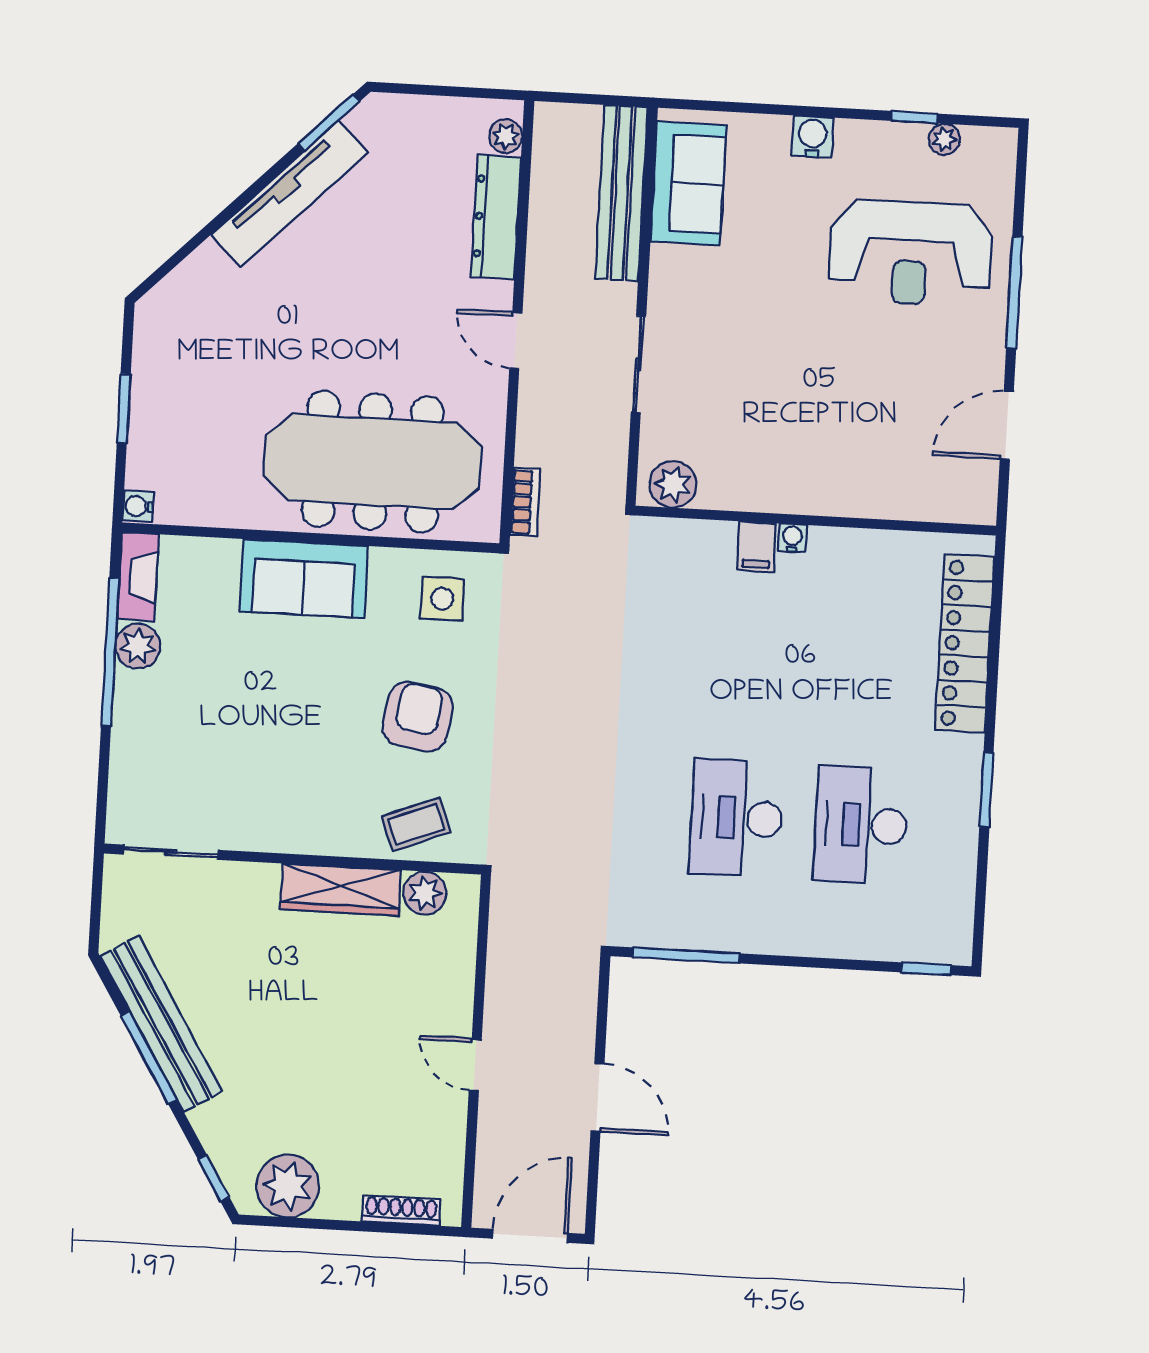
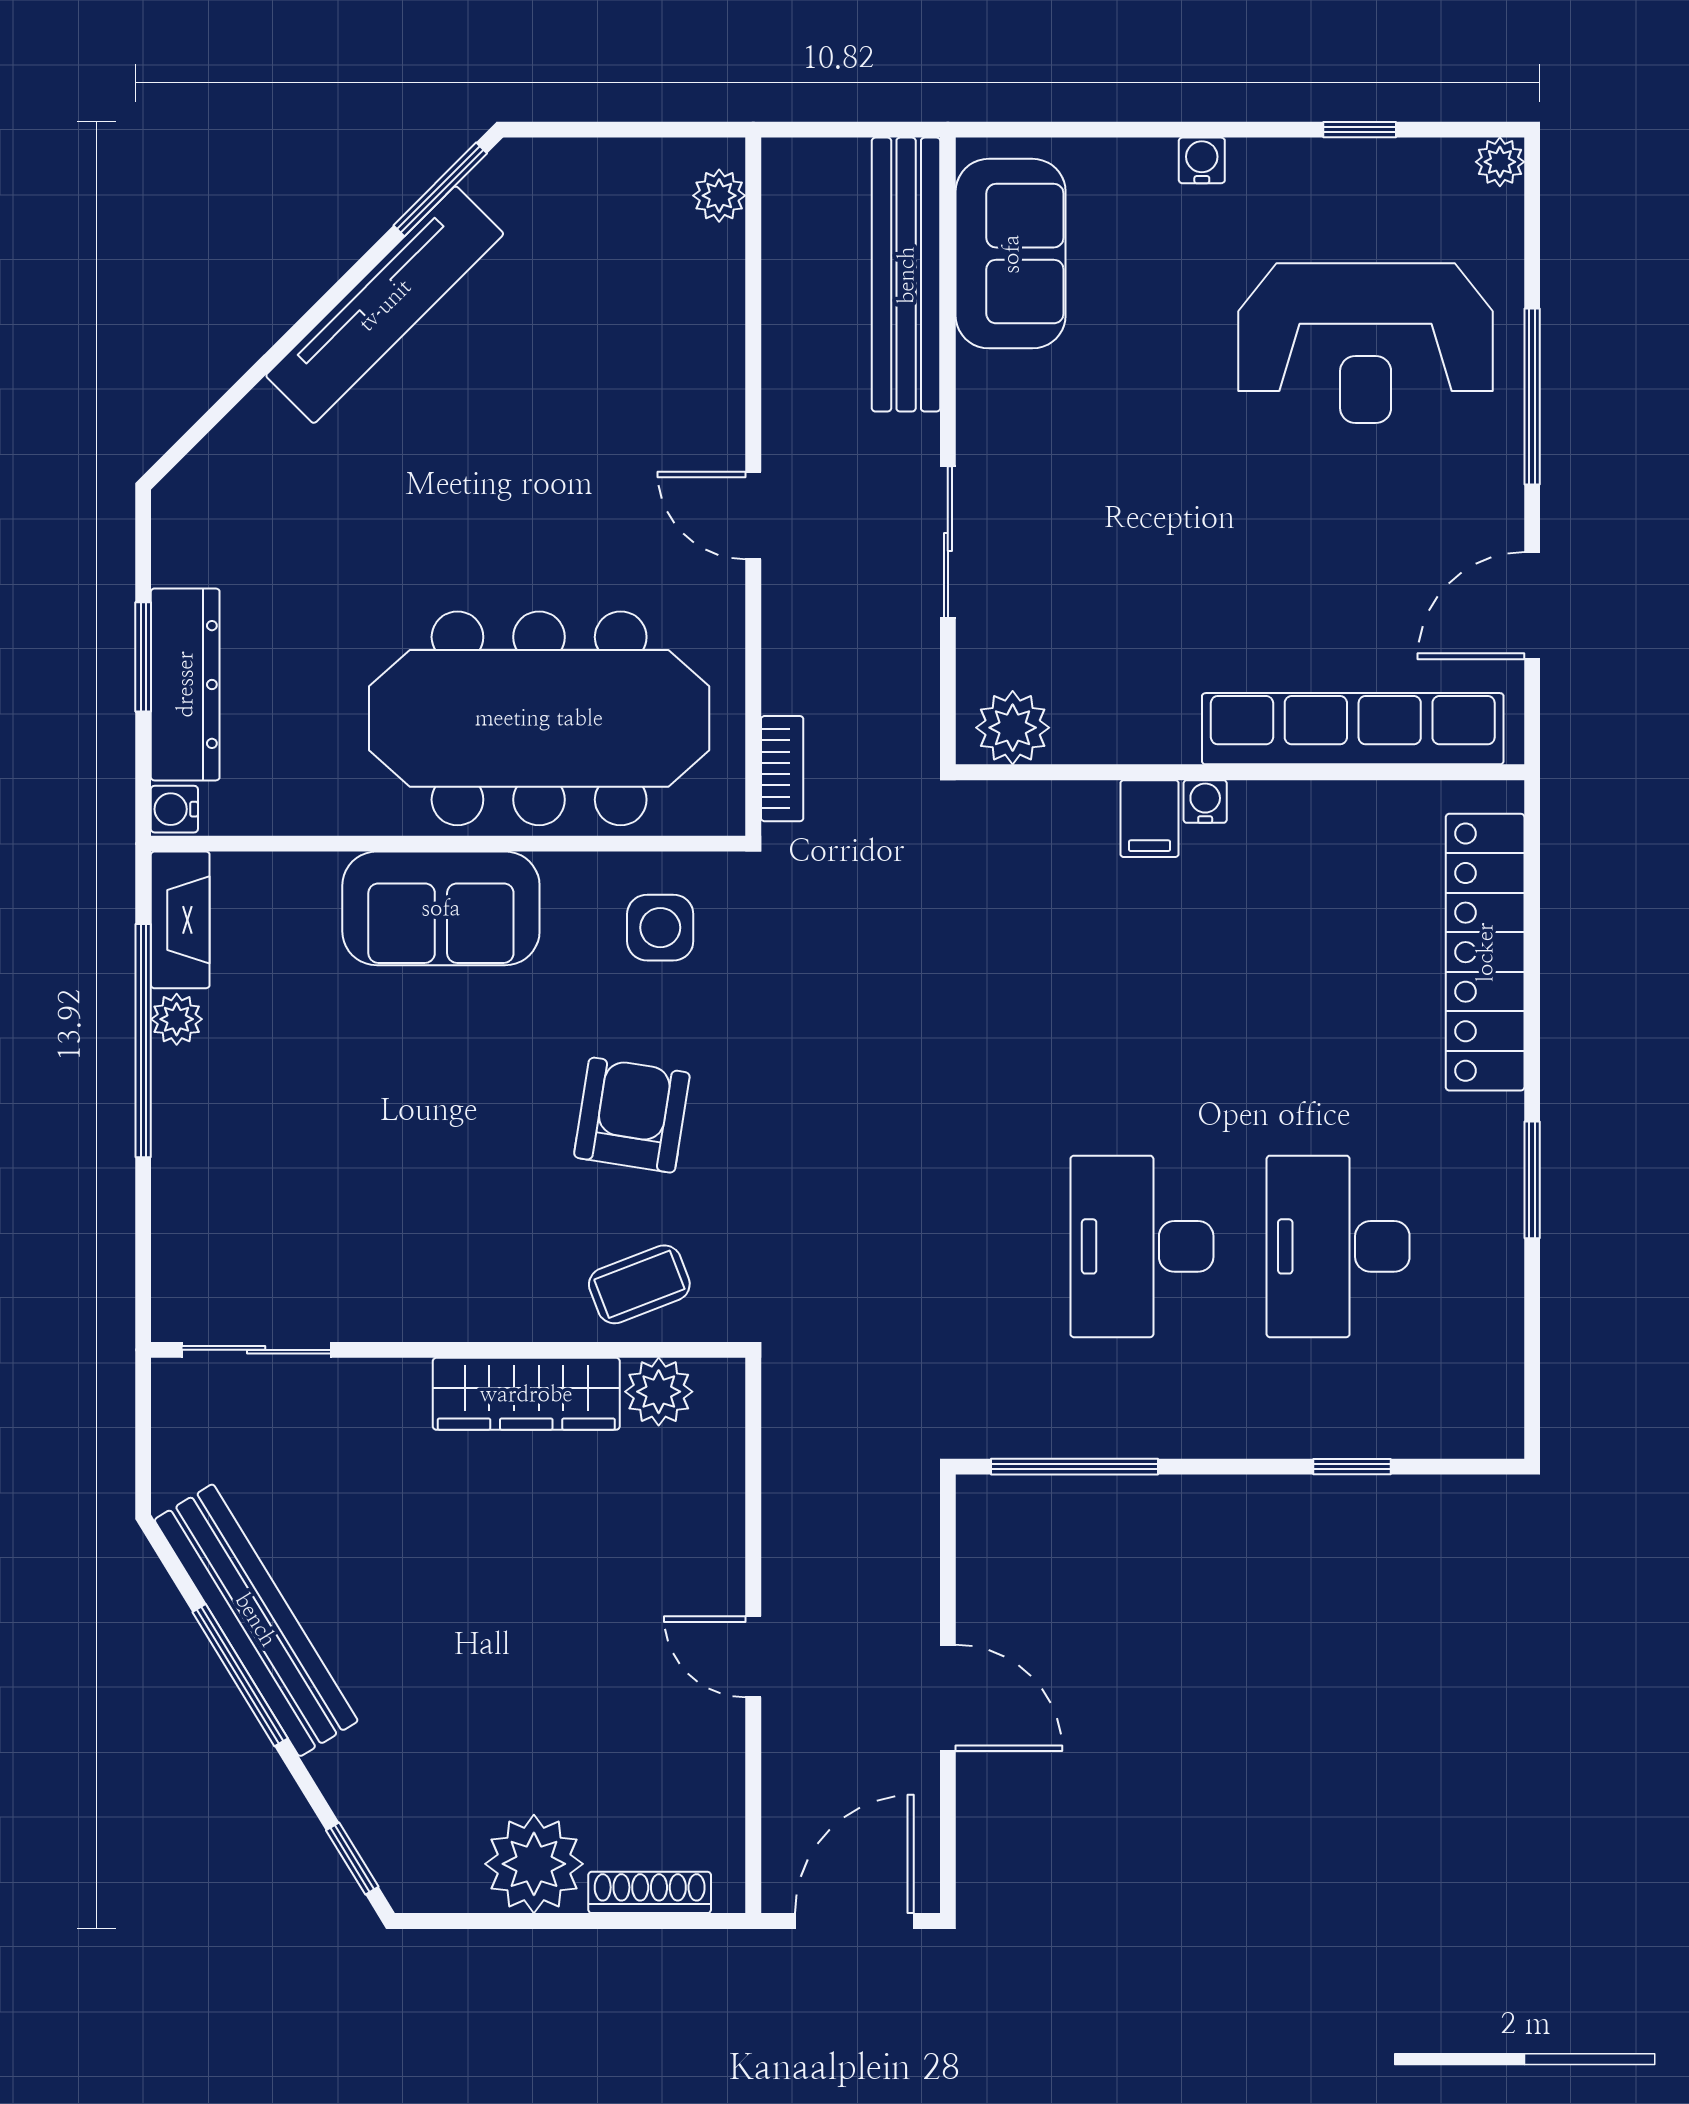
water cooler: (813, 137) -> (1202, 160), width x0.72, depth x0.72
plant: (944, 139) -> (1500, 162), moved
dresser: (496, 217) -> (185, 684), moved, turned 180
row of seats: (889, 497) -> (1353, 729), added
plant: (138, 646) -> (177, 1019), width x0.73, depth x0.73
window: (926, 969) -> (1352, 1467), moved
plant: (288, 1186) -> (534, 1864), moved

